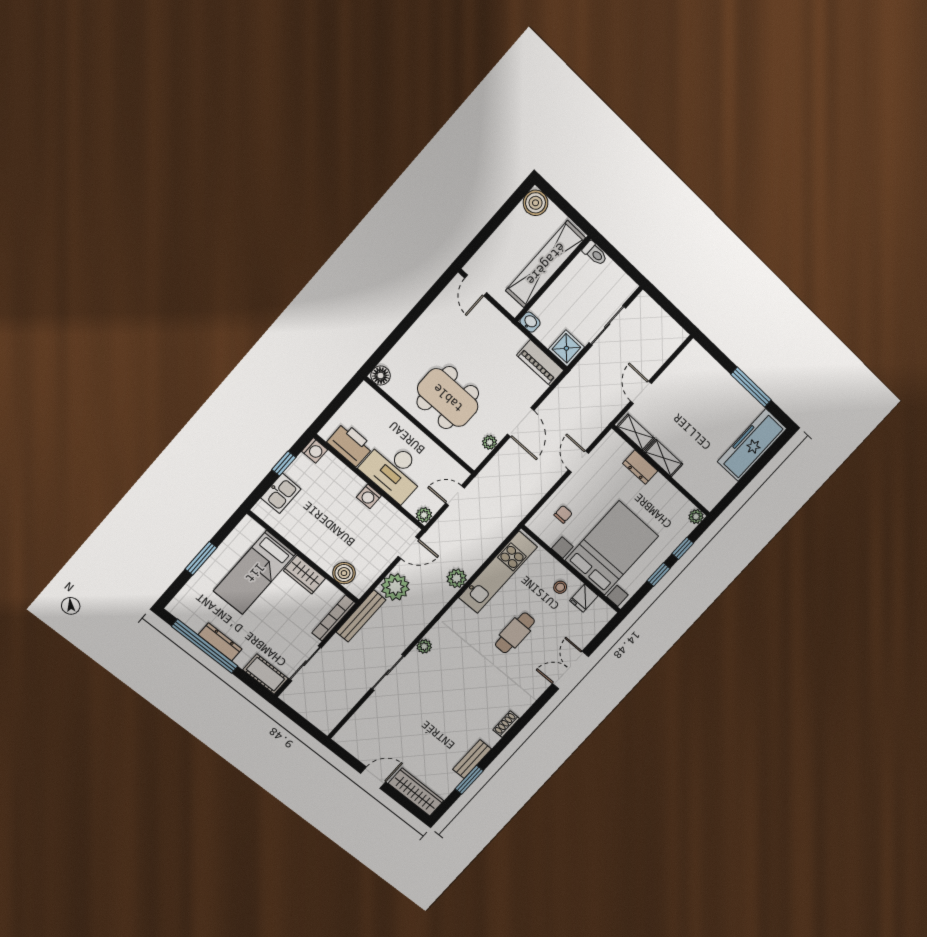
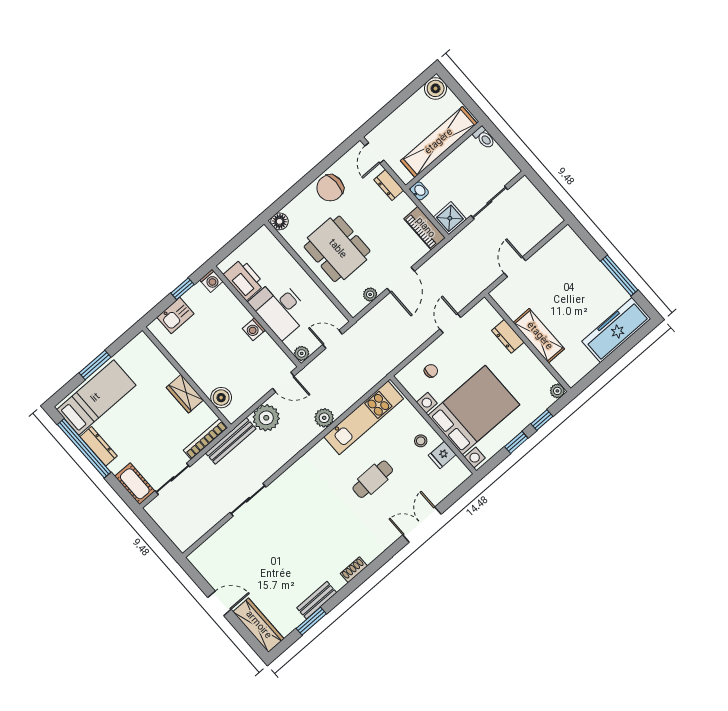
dresser: (496, 319) -> (389, 185), added
chair: (432, 331) -> (330, 188), added
shelving: (636, 432) -> (507, 303), removed
shelving: (664, 458) -> (539, 336), width x1.50, depth x1.33
bed: (255, 573) -> (96, 398), moved, turned 180
plant: (424, 646) -> (285, 479), removed

